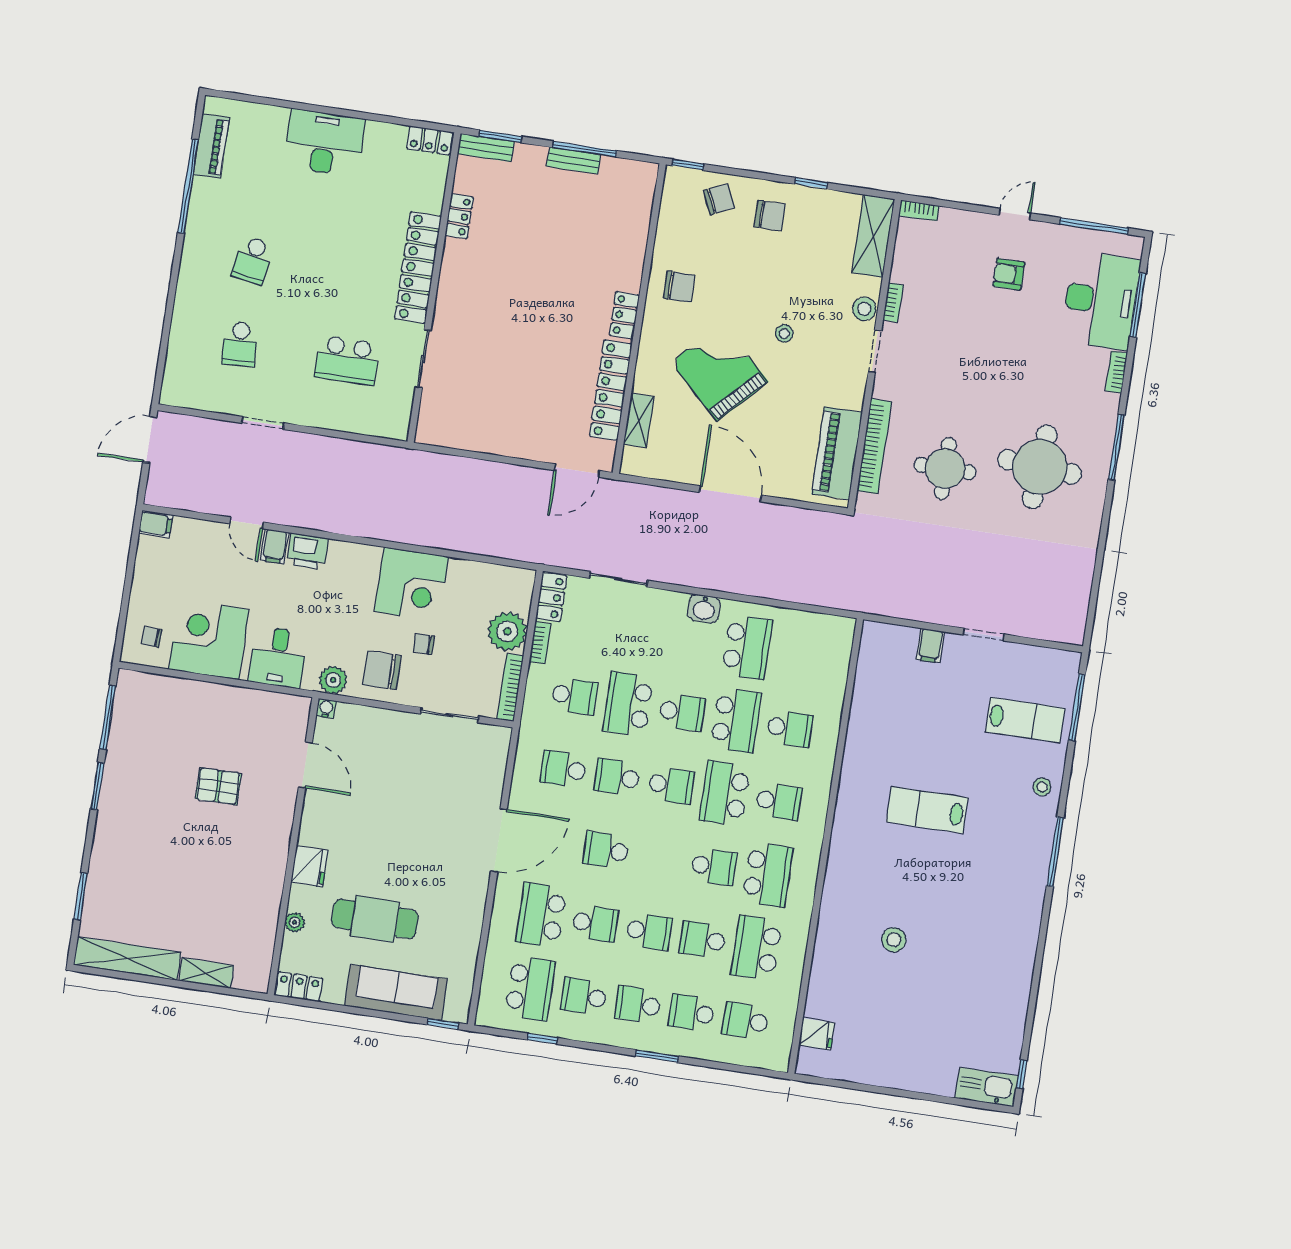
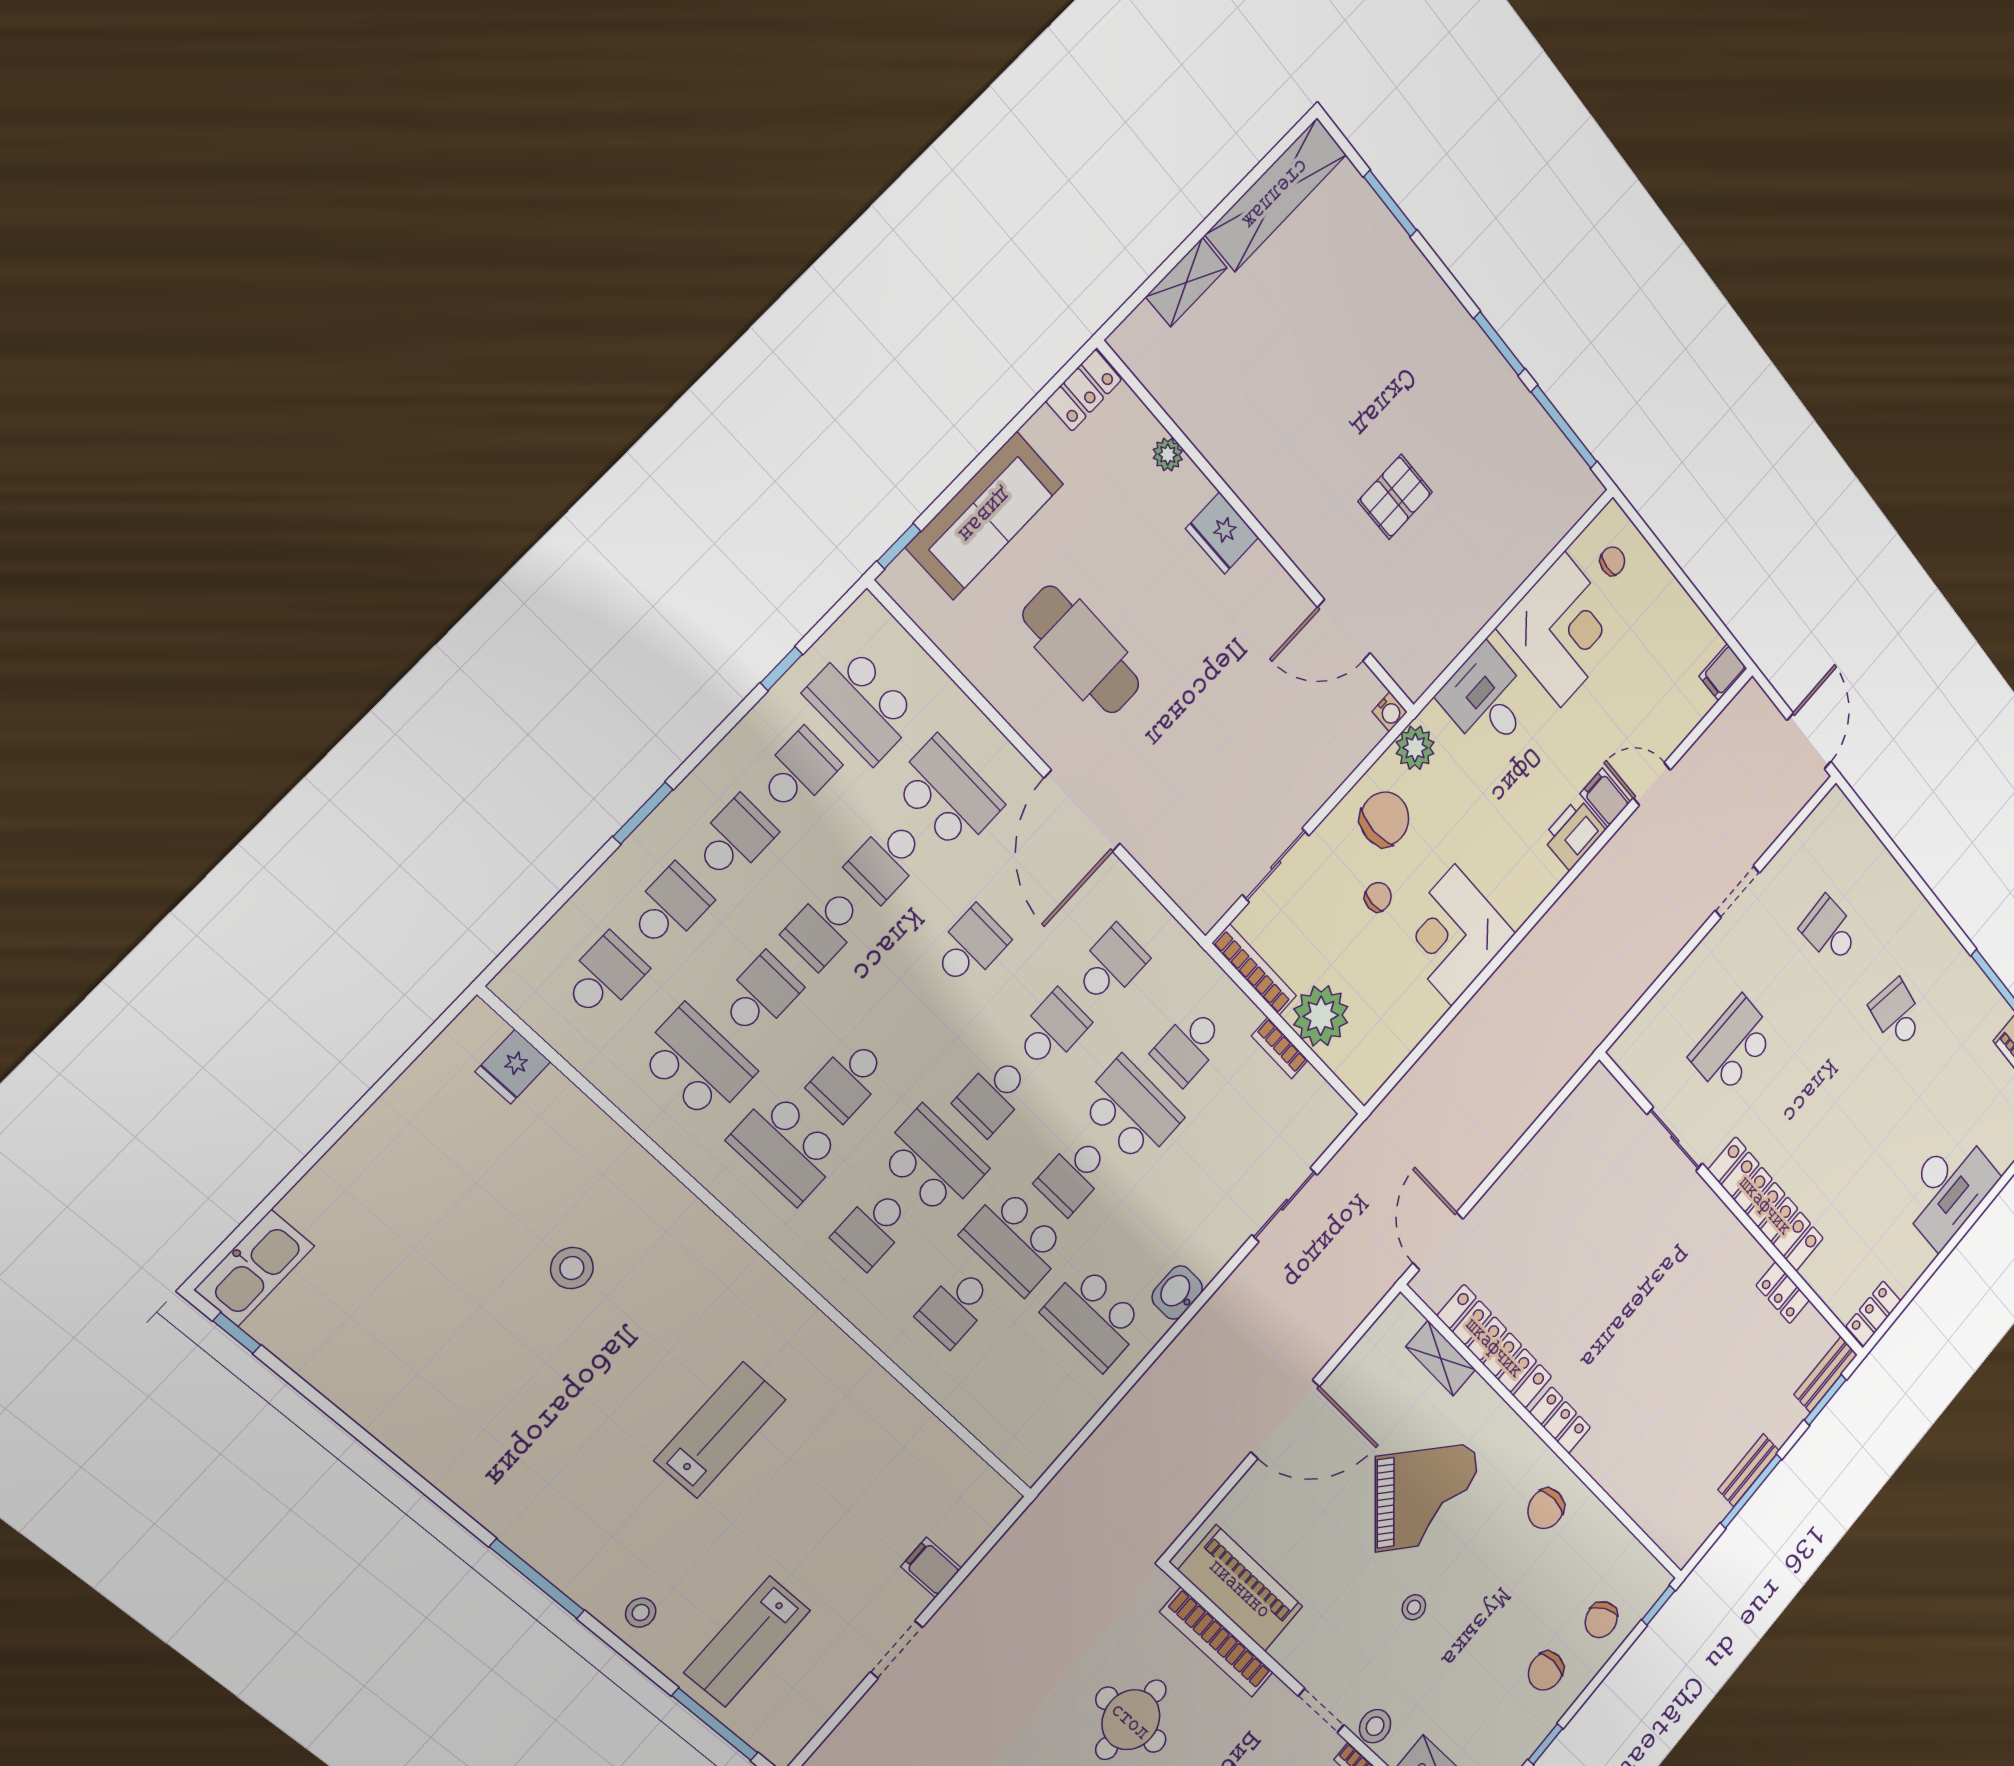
locker: (551, 597) -> (1322, 1103), removed
cafe table: (375, 919) -> (1081, 650), moved, turned 90

